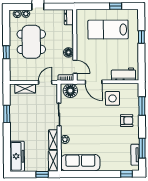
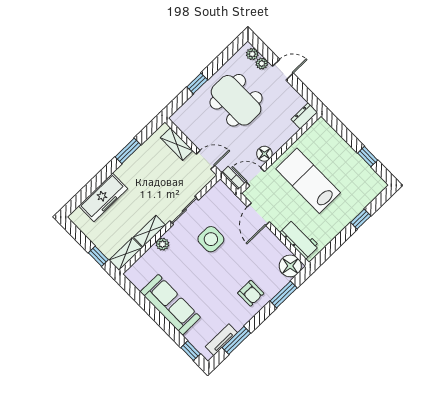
lab bench: (108, 30) -> (308, 181), moved
dining table: (31, 42) -> (236, 100), turned 90
door: (75, 67) -> (255, 177), swing flipped
floor lamp: (70, 91) -> (290, 266), moved
side table: (112, 98) -> (211, 239), moved
freezer: (17, 156) -> (103, 197), moved
sofa: (80, 163) -> (170, 305), moved

